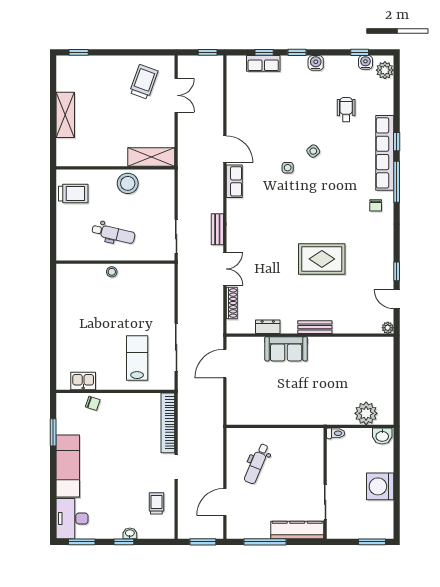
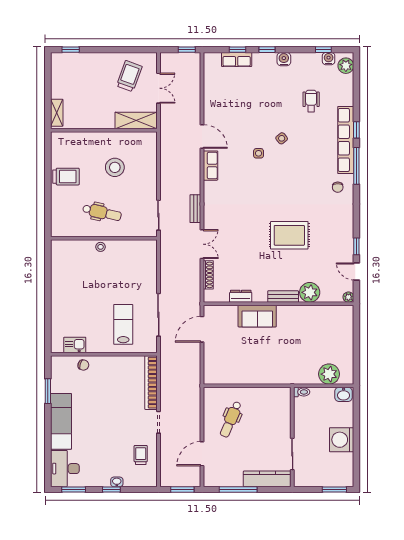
shelving: (65, 115) -> (57, 113), width x0.67, depth x0.75
shelving: (151, 157) -> (136, 120), moved
wall: (115, 168) -> (104, 130), moved
plant: (344, 322) -> (310, 292), added

